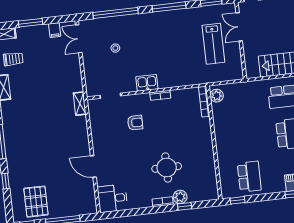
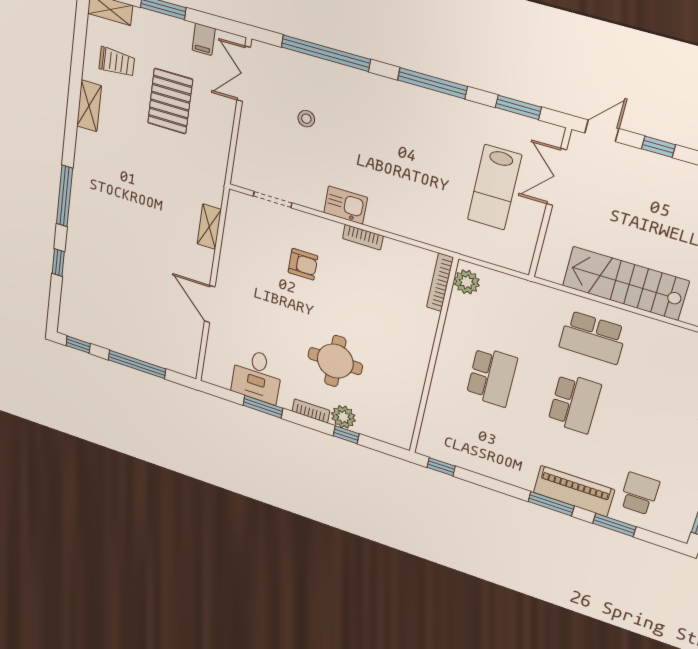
shelving: (80, 104) -> (209, 227), moved
school desk: (249, 177) -> (492, 377), moved
desk: (112, 198) -> (257, 376), moved, turned -90
pallet: (36, 202) -> (170, 101), moved
window: (137, 212) -> (263, 407), added

